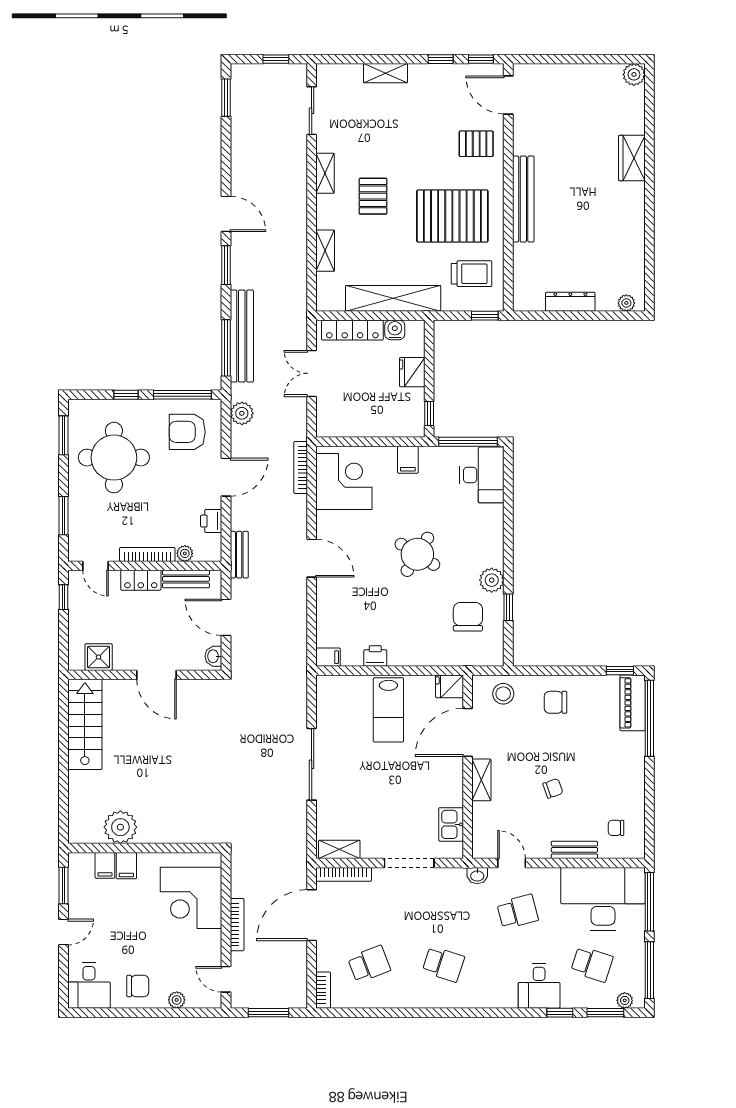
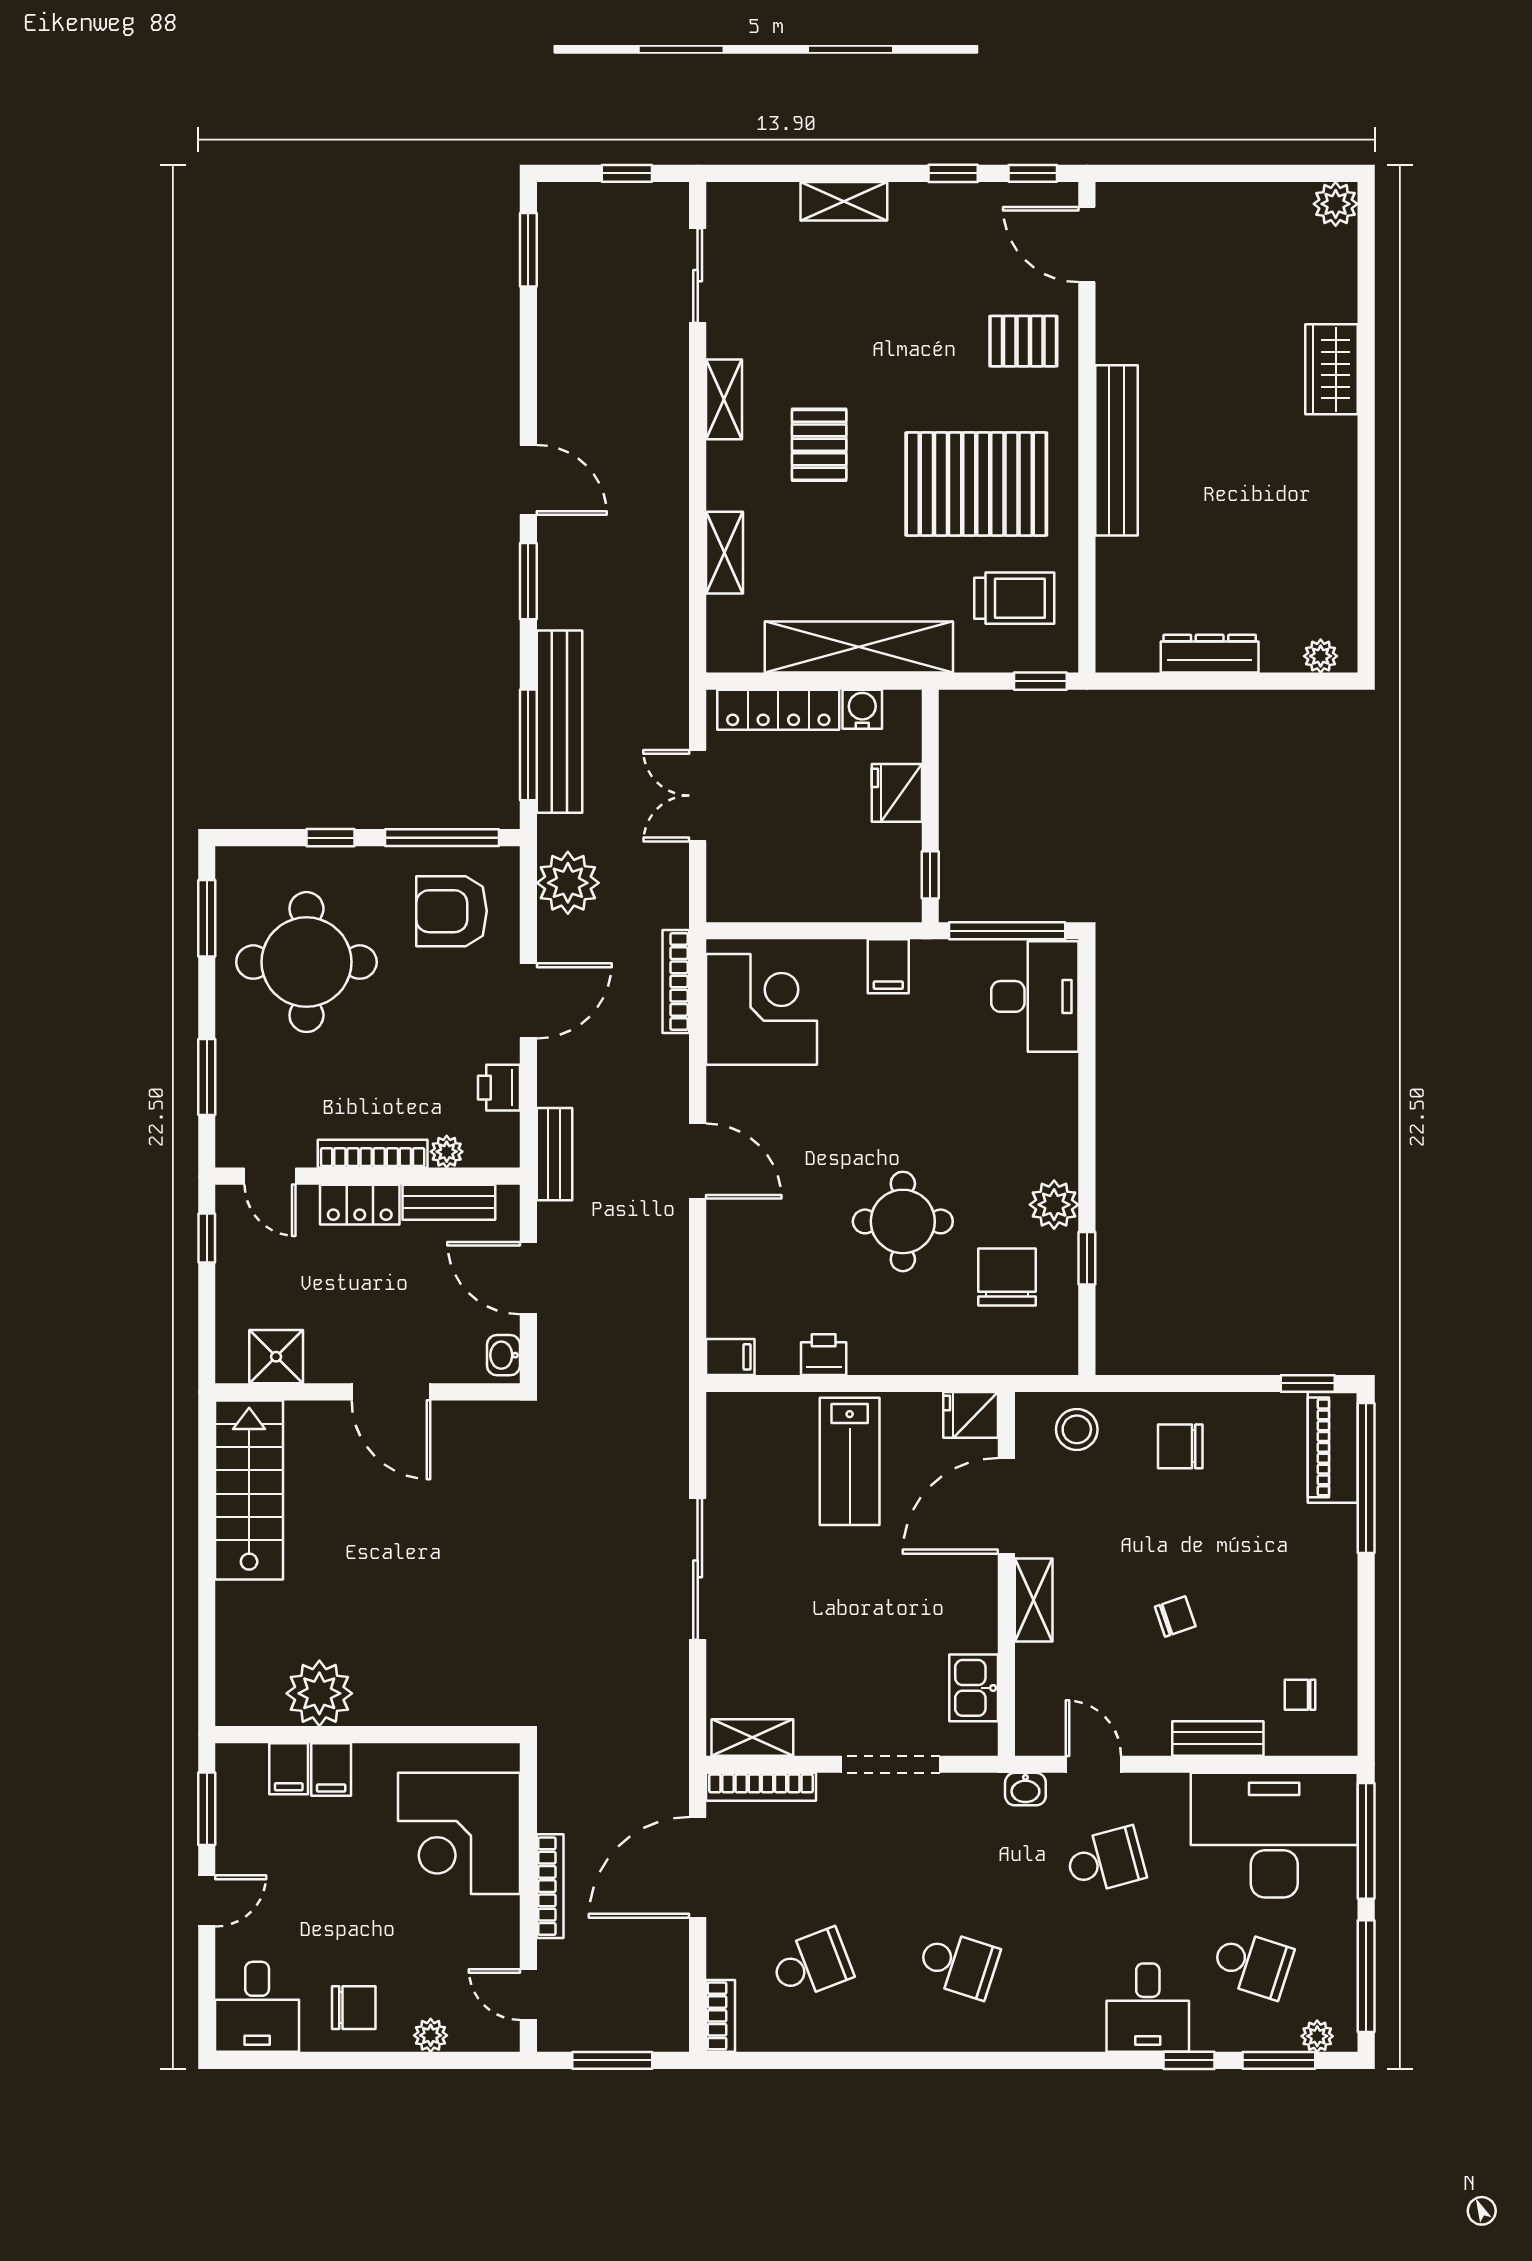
plant: (242, 413) -> (568, 883), width x1.36, depth x1.36
round table: (417, 554) -> (903, 1221), moved, turned -32

